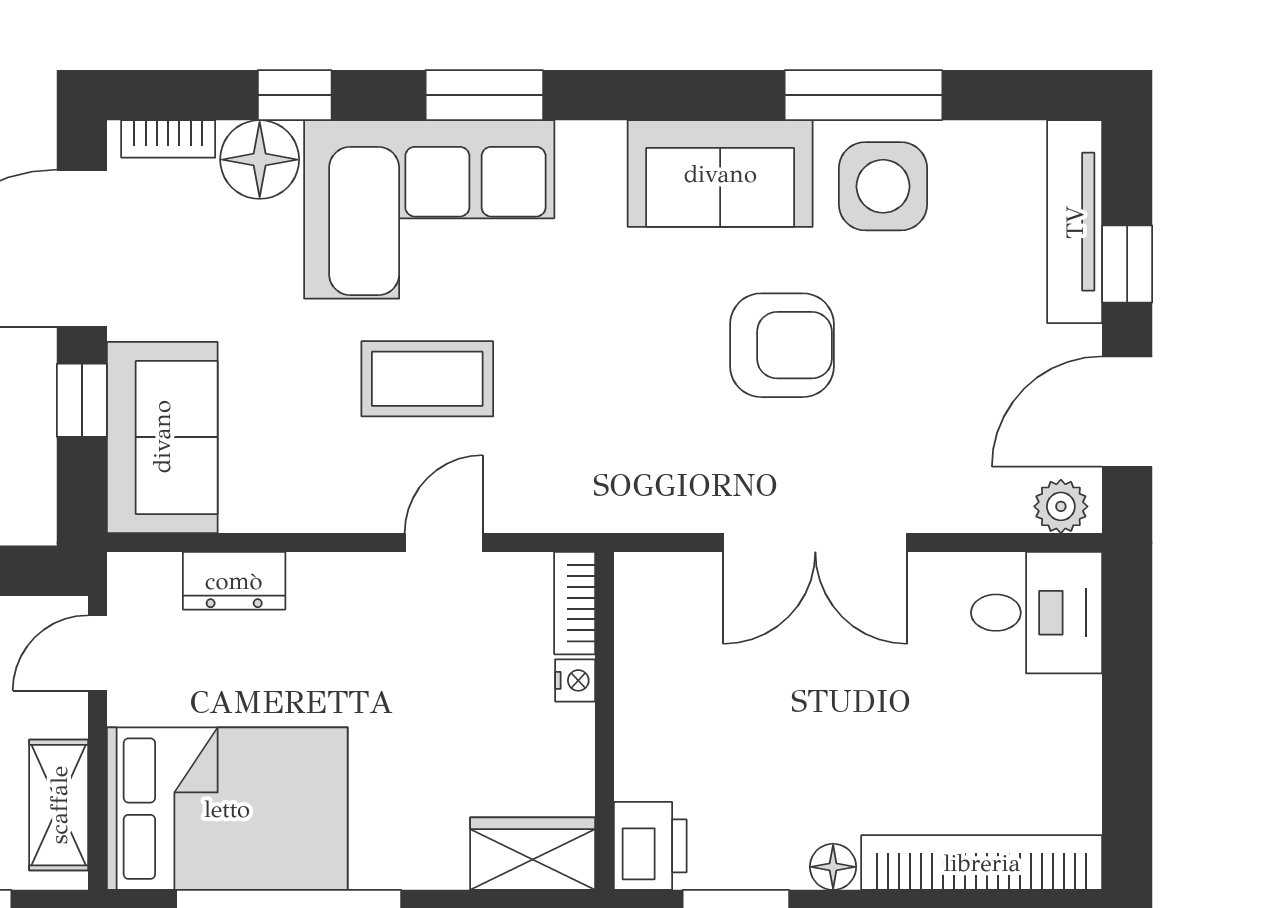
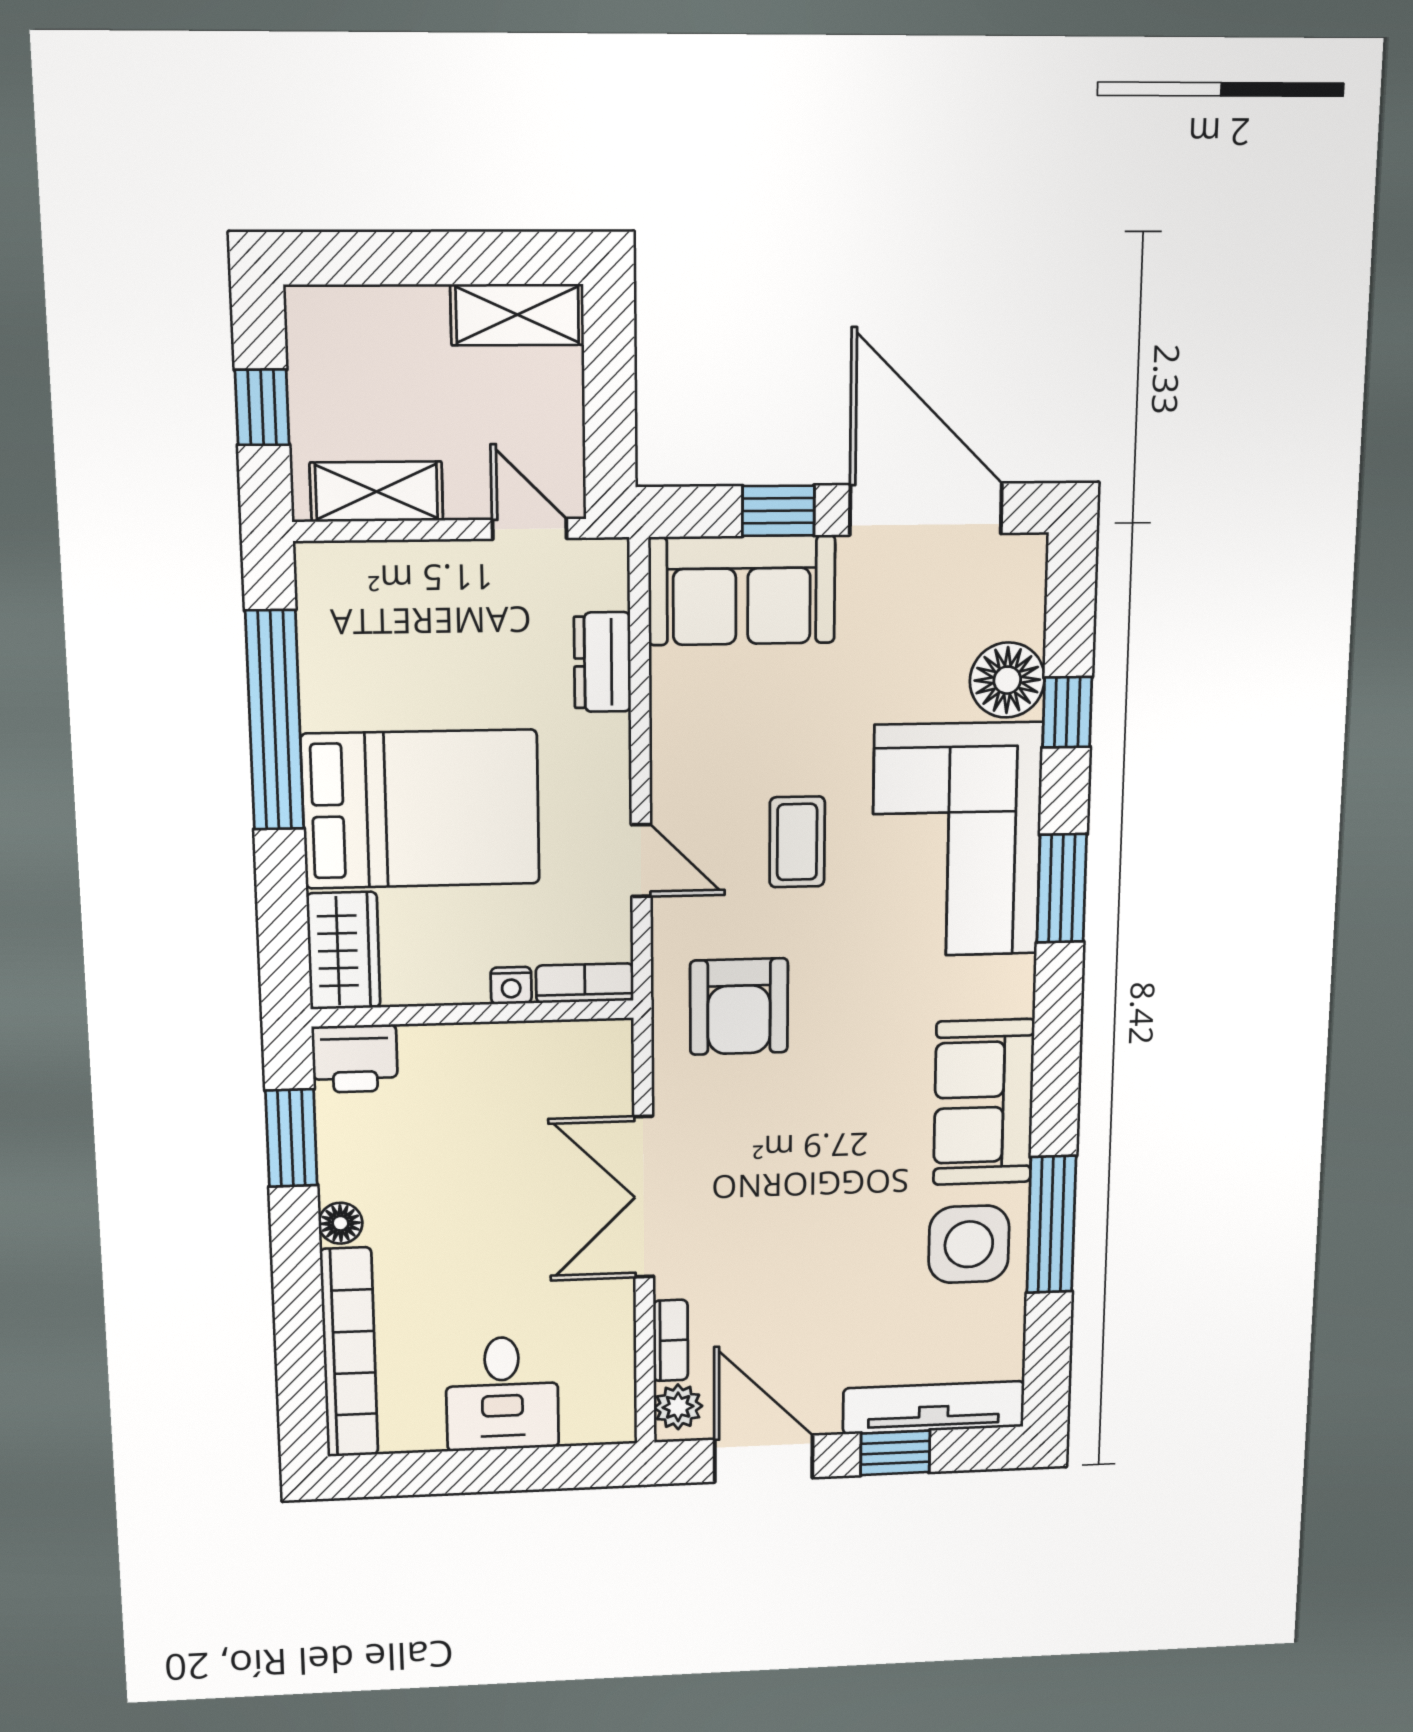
bookcase: (168, 139) -> (671, 1340), moved, turned 180
armchair: (782, 345) -> (739, 1007), moved
coffee table: (427, 379) -> (797, 842), width x0.73, depth x0.77
desk: (1037, 613) -> (502, 1394), moved
bed: (227, 809) -> (421, 809), moved, turned -90

